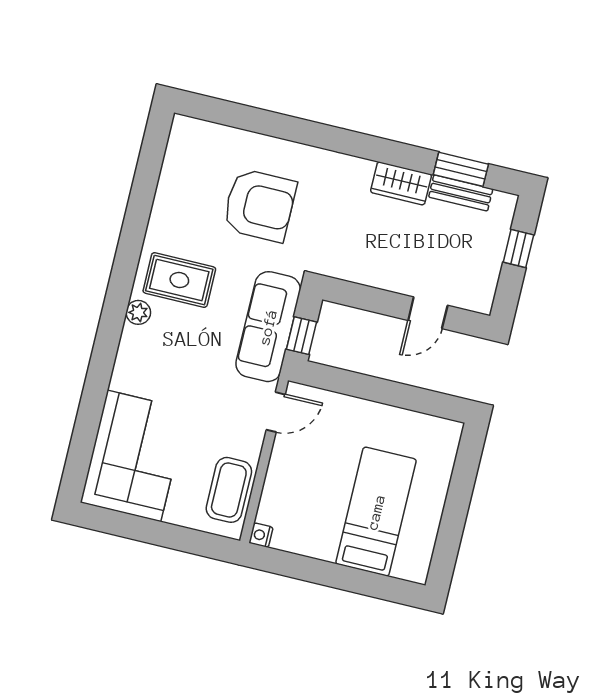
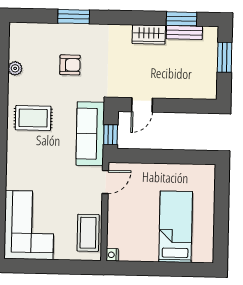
window: (283, 127) -> (74, 17), added
armchair: (260, 205) -> (70, 65), width x0.53, depth x0.53
window: (518, 249) -> (225, 57), width x1.50
plant: (138, 312) -> (15, 68), moved
door: (428, 313) -> (142, 105), moved

